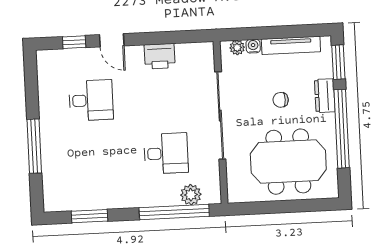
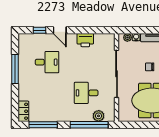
window: (34, 146) -> (15, 69), moved
desk: (166, 153) -> (86, 93), turned 180
locker: (52, 193) -> (23, 111), added
window: (90, 216) -> (43, 125), width x1.44

